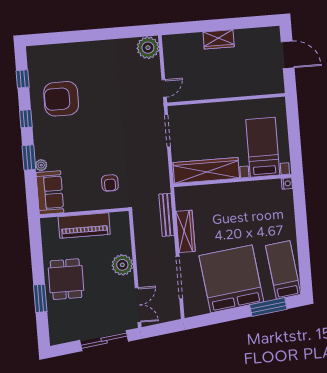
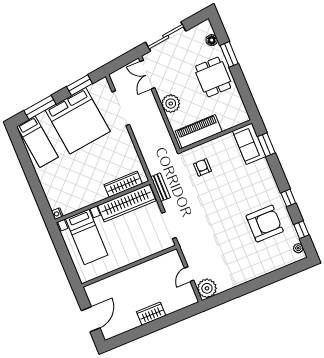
door: (288, 55) -> (91, 319), swing flipped
door: (164, 88) -> (189, 274), moved
window: (29, 157) -> (266, 145), moved
plant: (41, 165) -> (298, 248), moved
bench: (167, 215) -> (160, 187), moved, width x0.73
piano: (84, 226) -> (199, 131), moved
wardrobe: (185, 231) -> (123, 184), moved, turned 90
window: (217, 318) -> (80, 85), added
floor lamp: (55, 320) -> (212, 40), added

